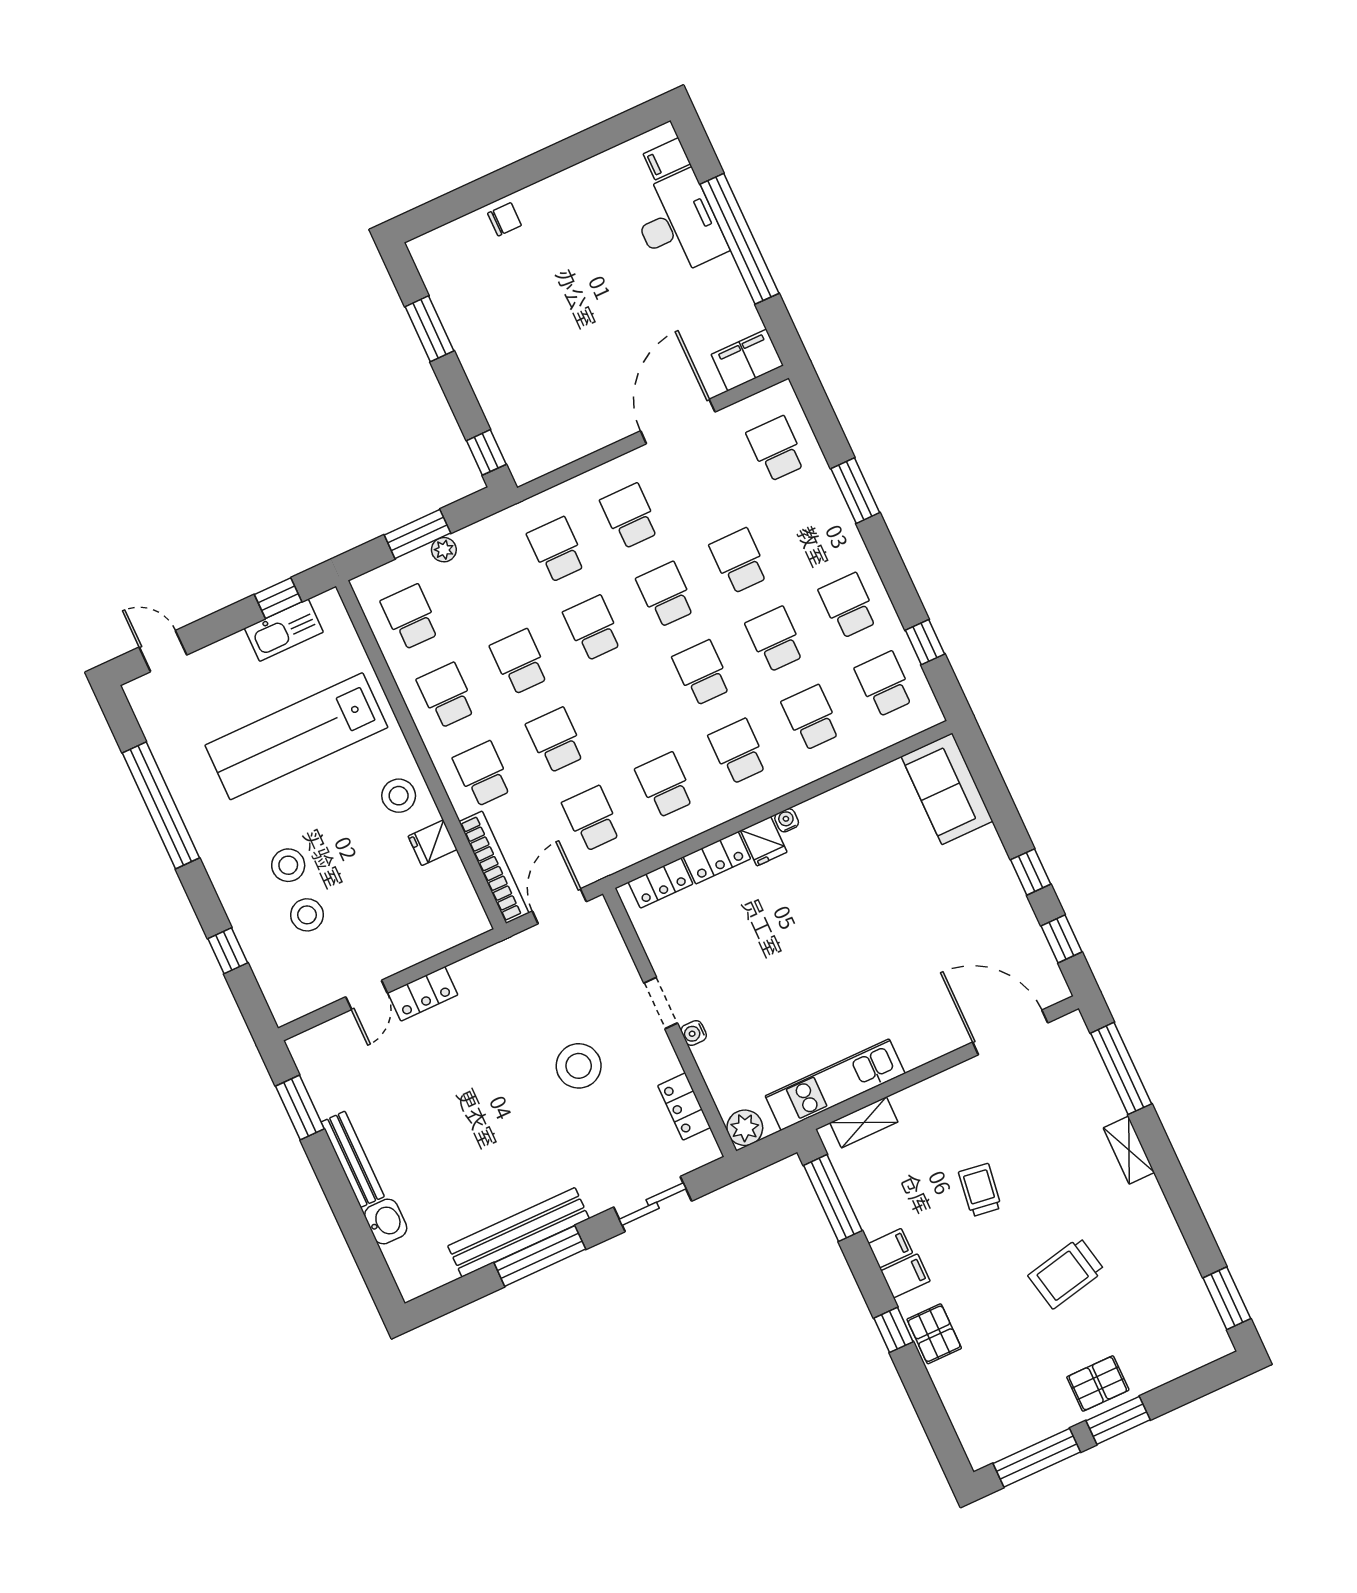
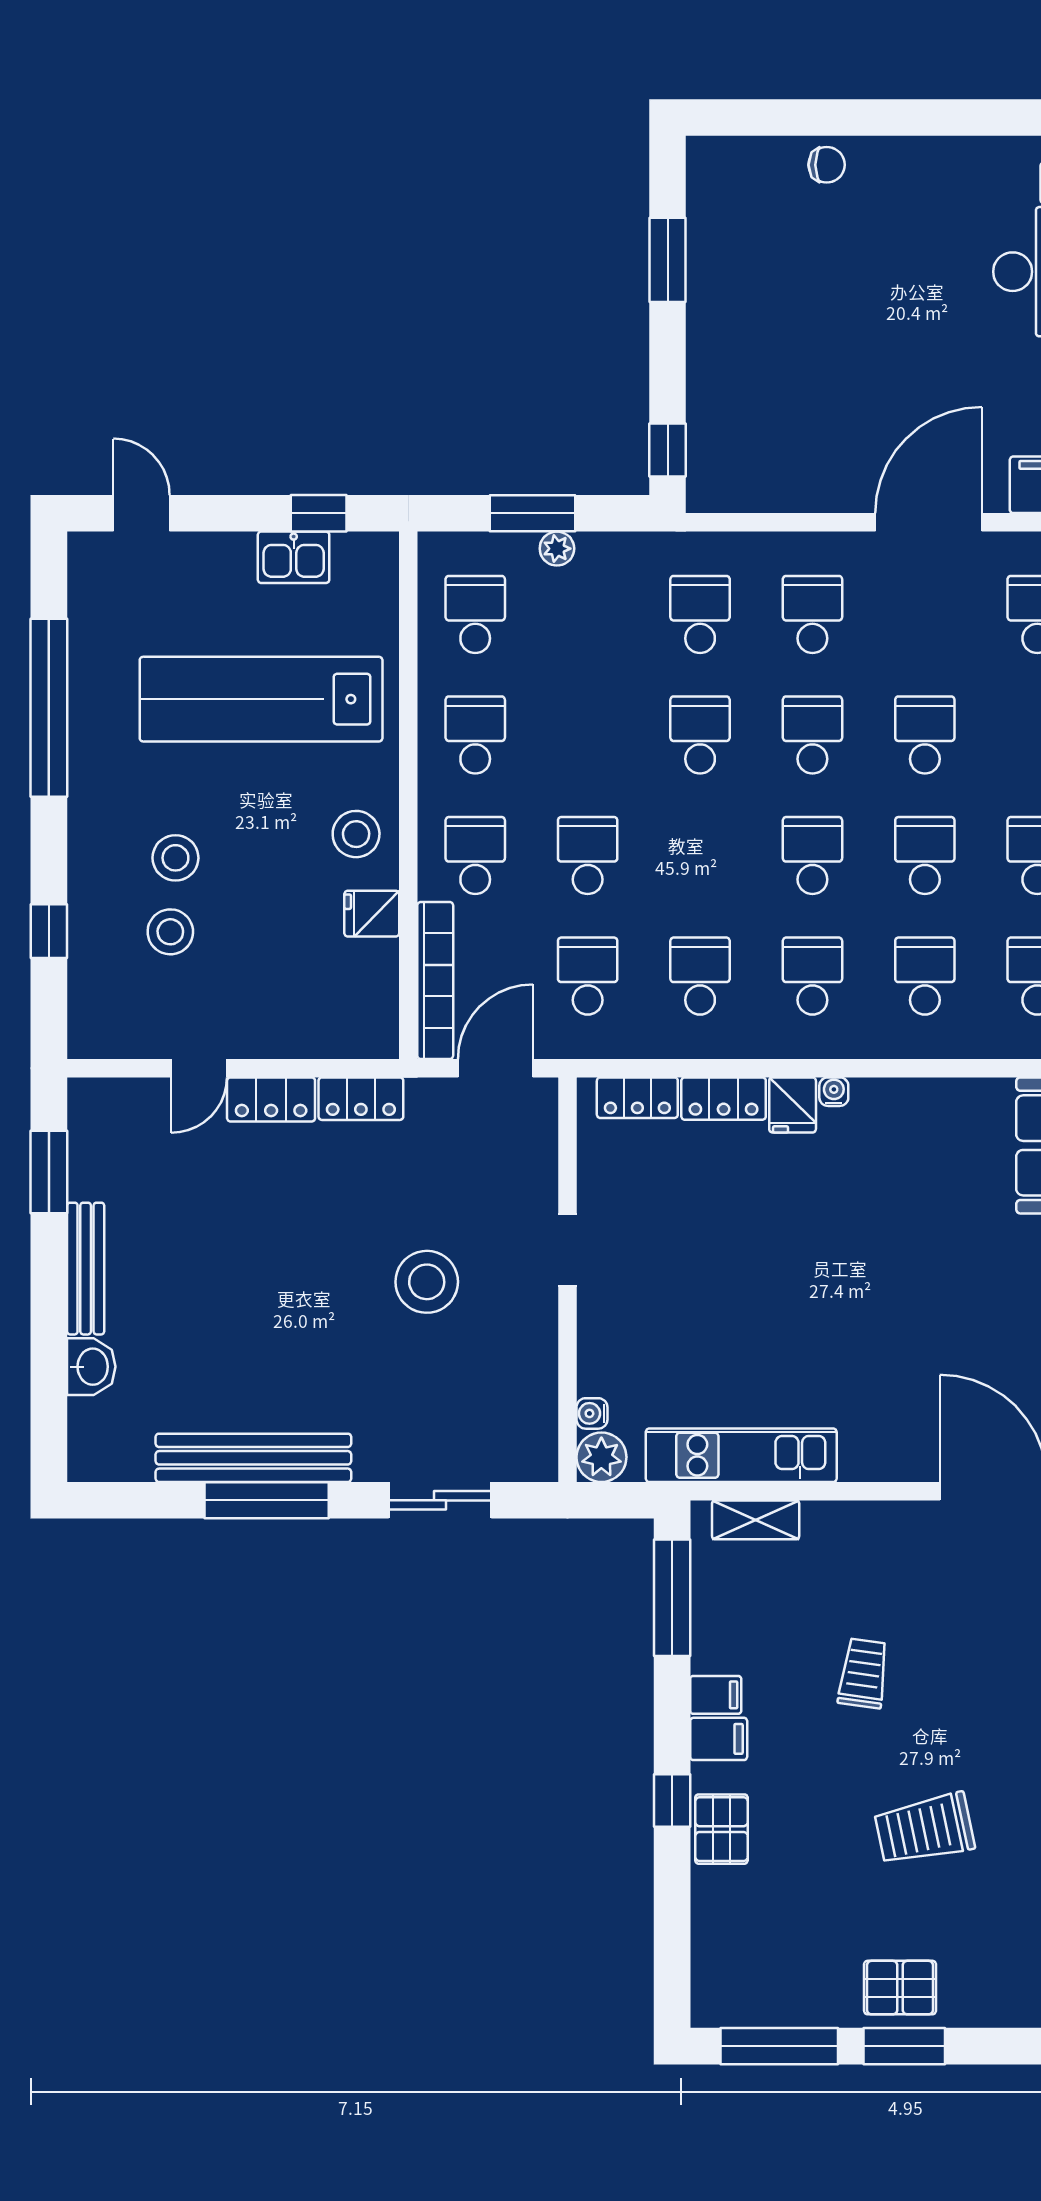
kitchen sink: (284, 630) -> (294, 557), width x0.73
school desk: (520, 662) -> (588, 735), removed
water cooler: (694, 1033) -> (592, 1413), moved
locker: (684, 1106) -> (361, 1099), moved, turned -90

